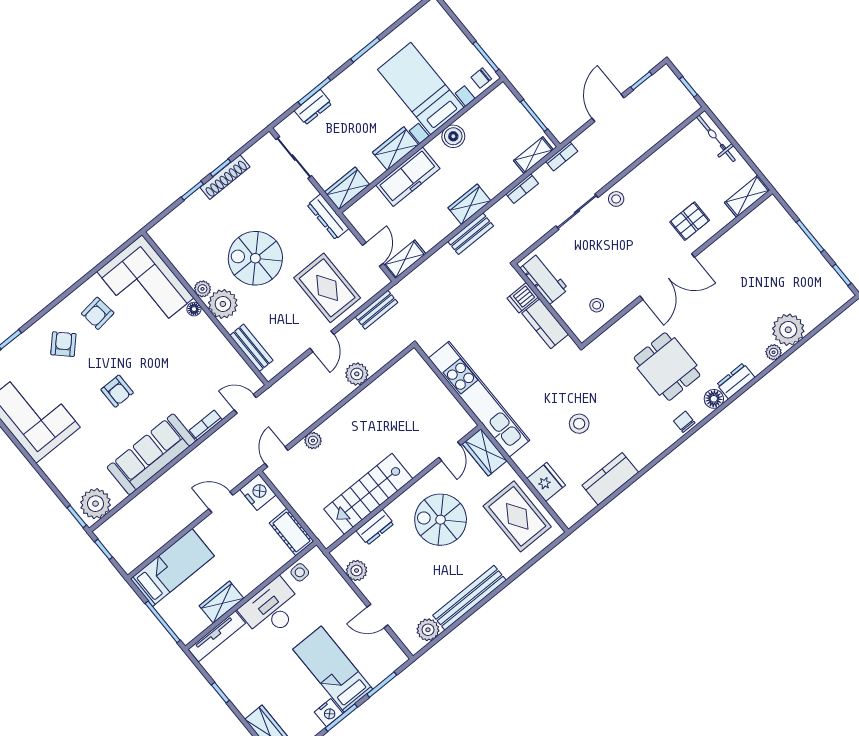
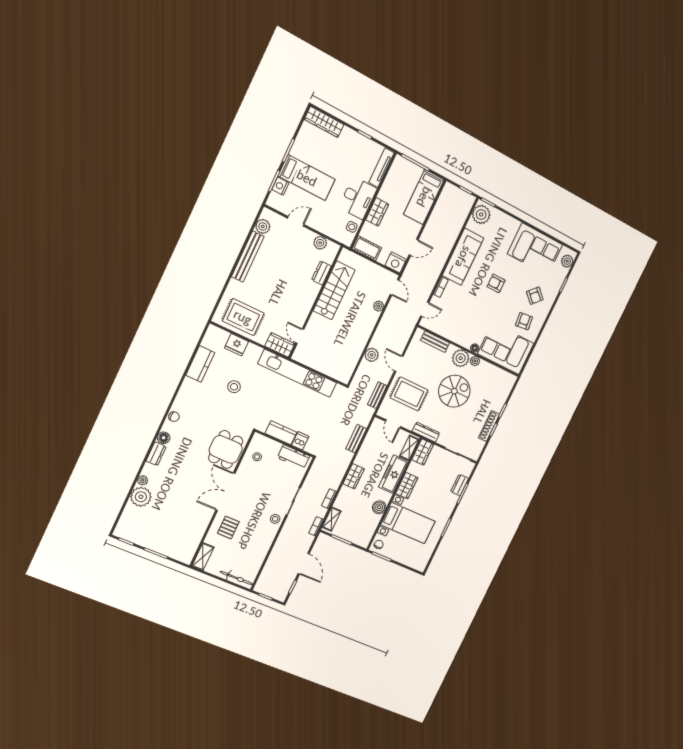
bench: (471, 234) -> (356, 439), moved
shelving: (405, 259) -> (409, 448), moved
dining table: (667, 367) -> (226, 449), moved, turned 90
spiral stairs: (441, 520) -> (286, 295), removed
wardrobe: (221, 602) -> (377, 212), moved
nightstand: (329, 713) -> (280, 186), moved

